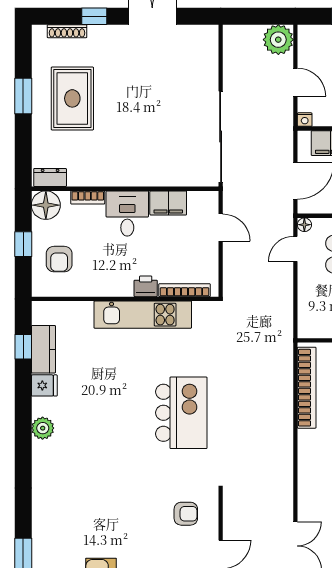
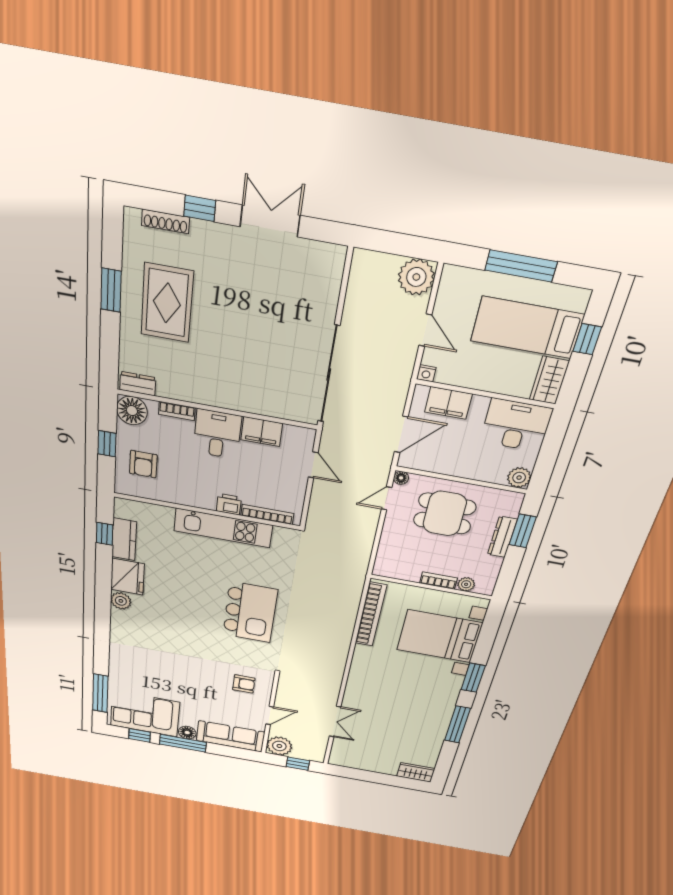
fridge: (44, 385) -> (127, 577), width x1.88, depth x1.34

